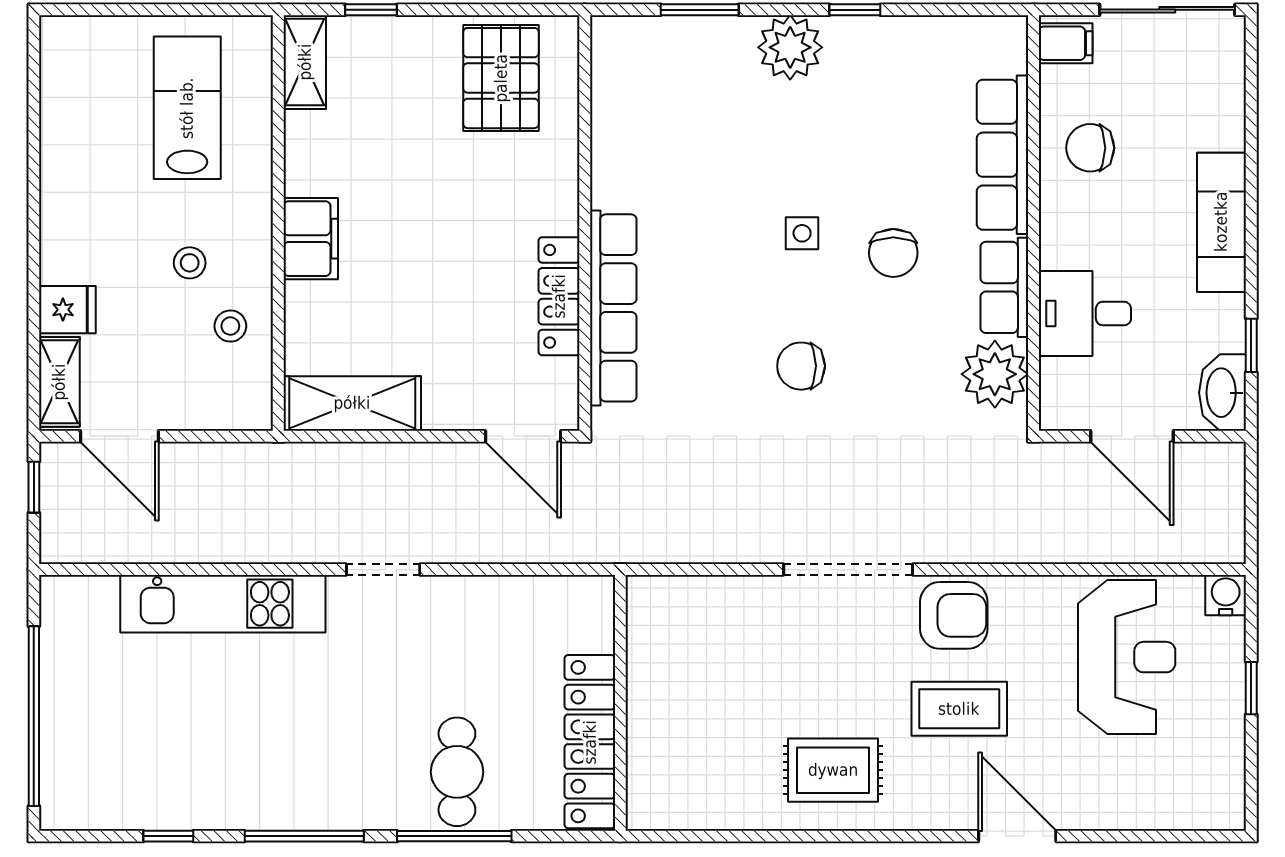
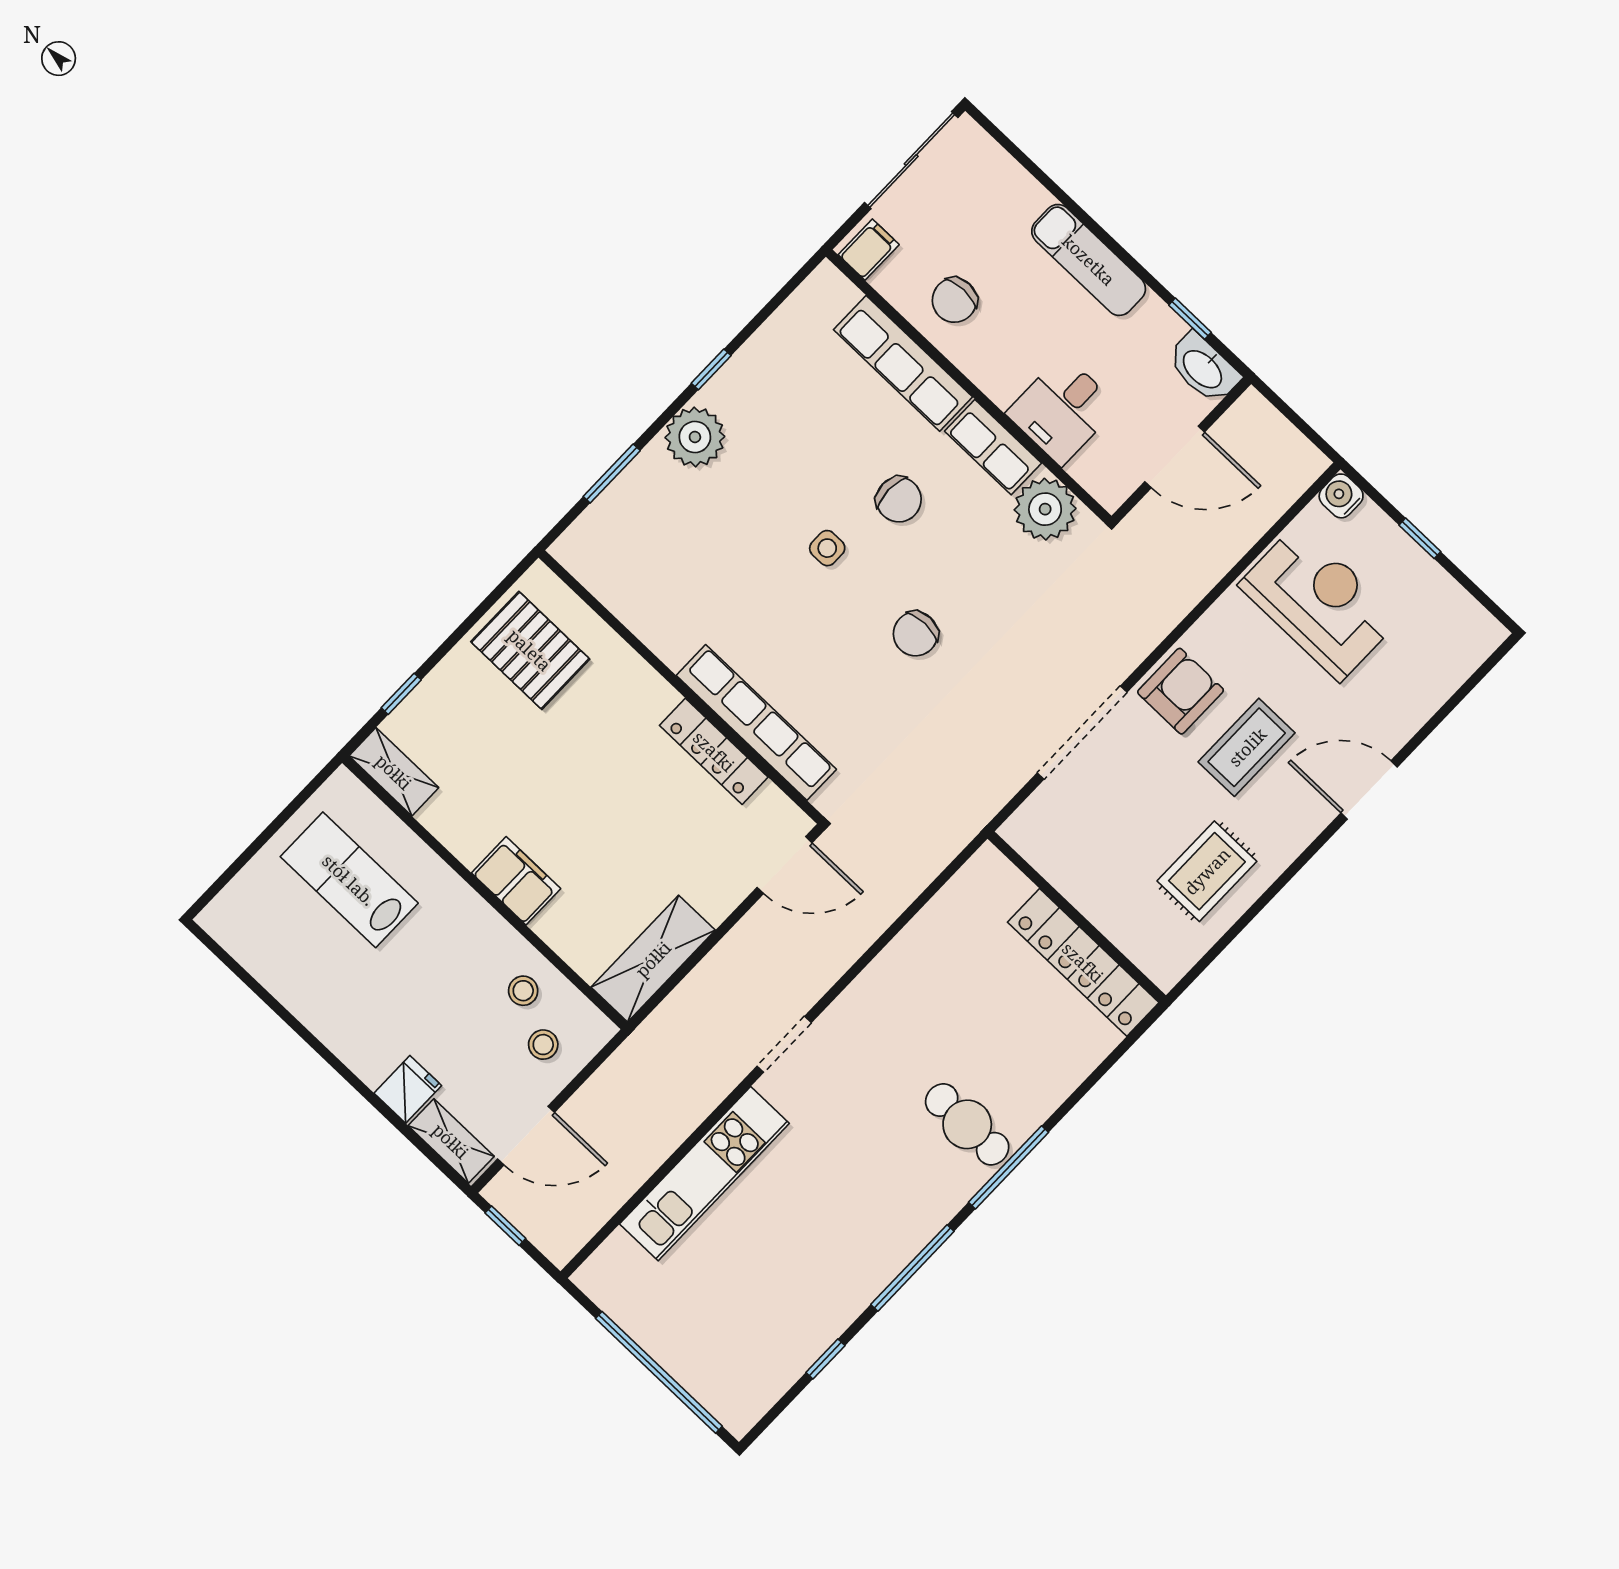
stool: (190, 263) -> (543, 1045), moved
wall: (620, 703) -> (1077, 917), moved
locker: (590, 742) -> (1083, 962), moved

